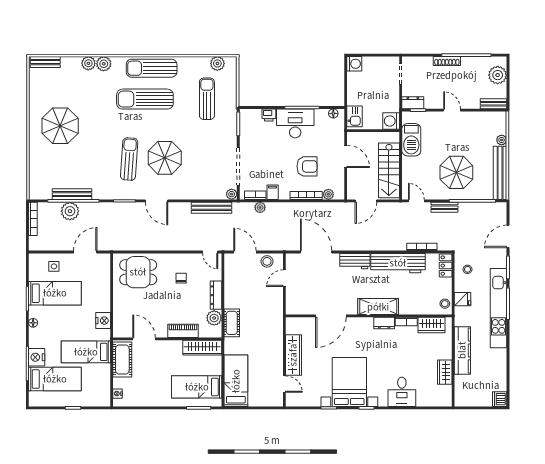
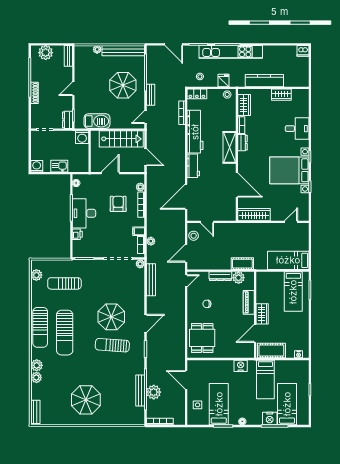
kitchen sink: (355, 116) -> (59, 166), moved
wardrobe: (202, 348) -> (262, 314), moved, width x0.67
wardrobe: (293, 355) -> (254, 215), moved

